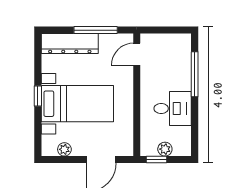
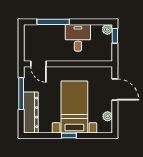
plant: (165, 149) -> (107, 29), moved
window: (156, 160) -> (115, 36), moved

